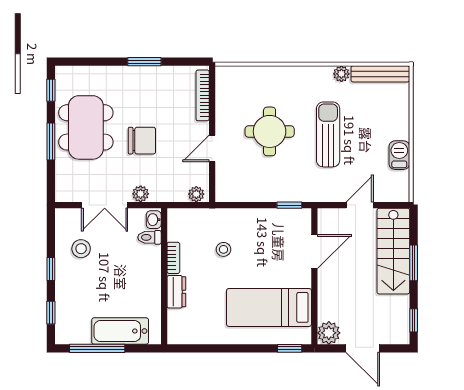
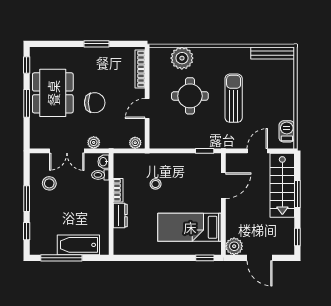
plant: (341, 74) -> (182, 58), moved, width x1.88, depth x1.88
barbecue: (399, 155) -> (287, 131), moved
window: (51, 269) -> (27, 199), width x1.50

